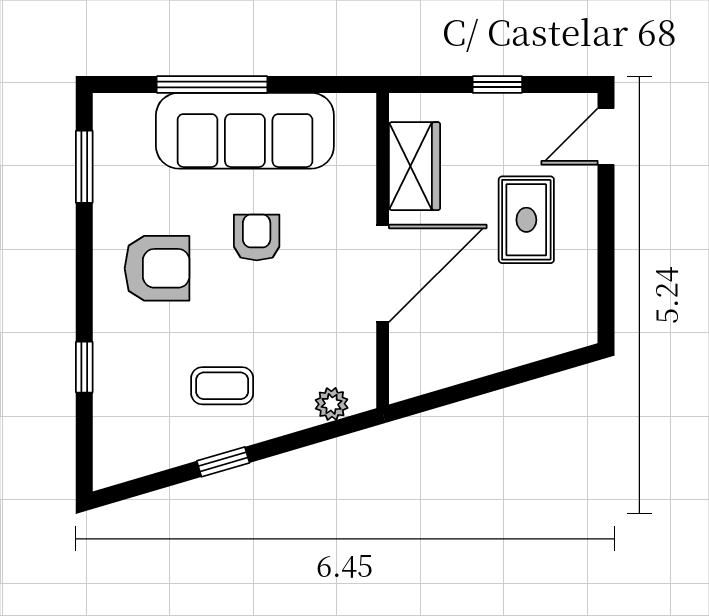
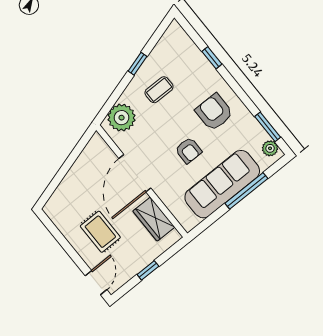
plant: (110, 126) -> (270, 148), added
armchair: (157, 268) -> (214, 112), turned 90
plant: (332, 404) -> (122, 118), width x1.88, depth x1.88

